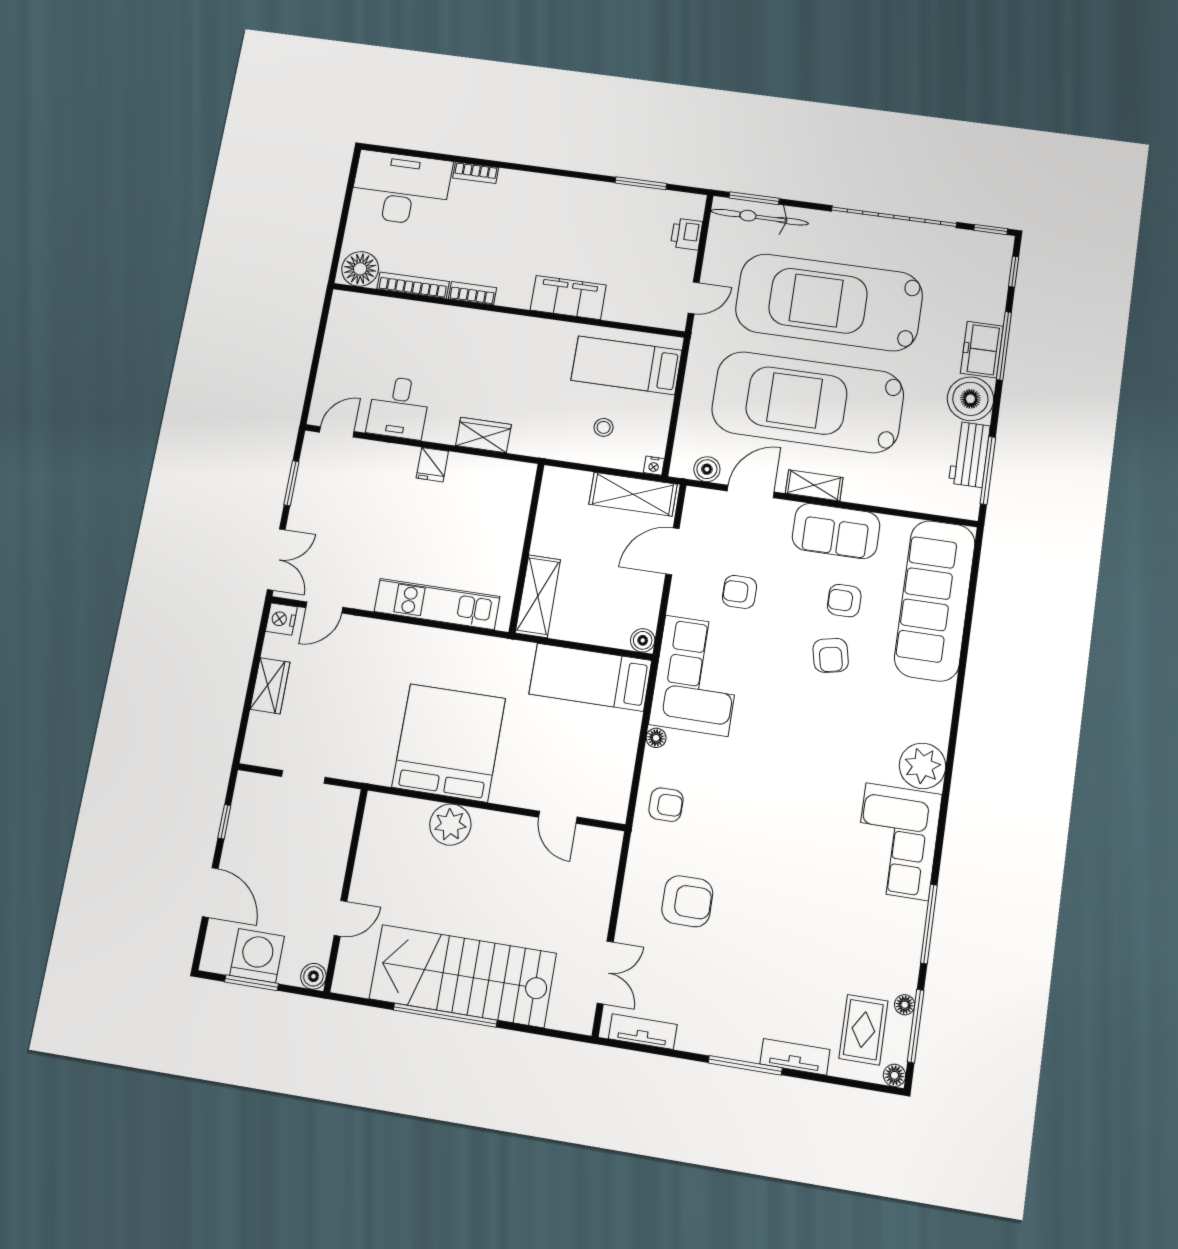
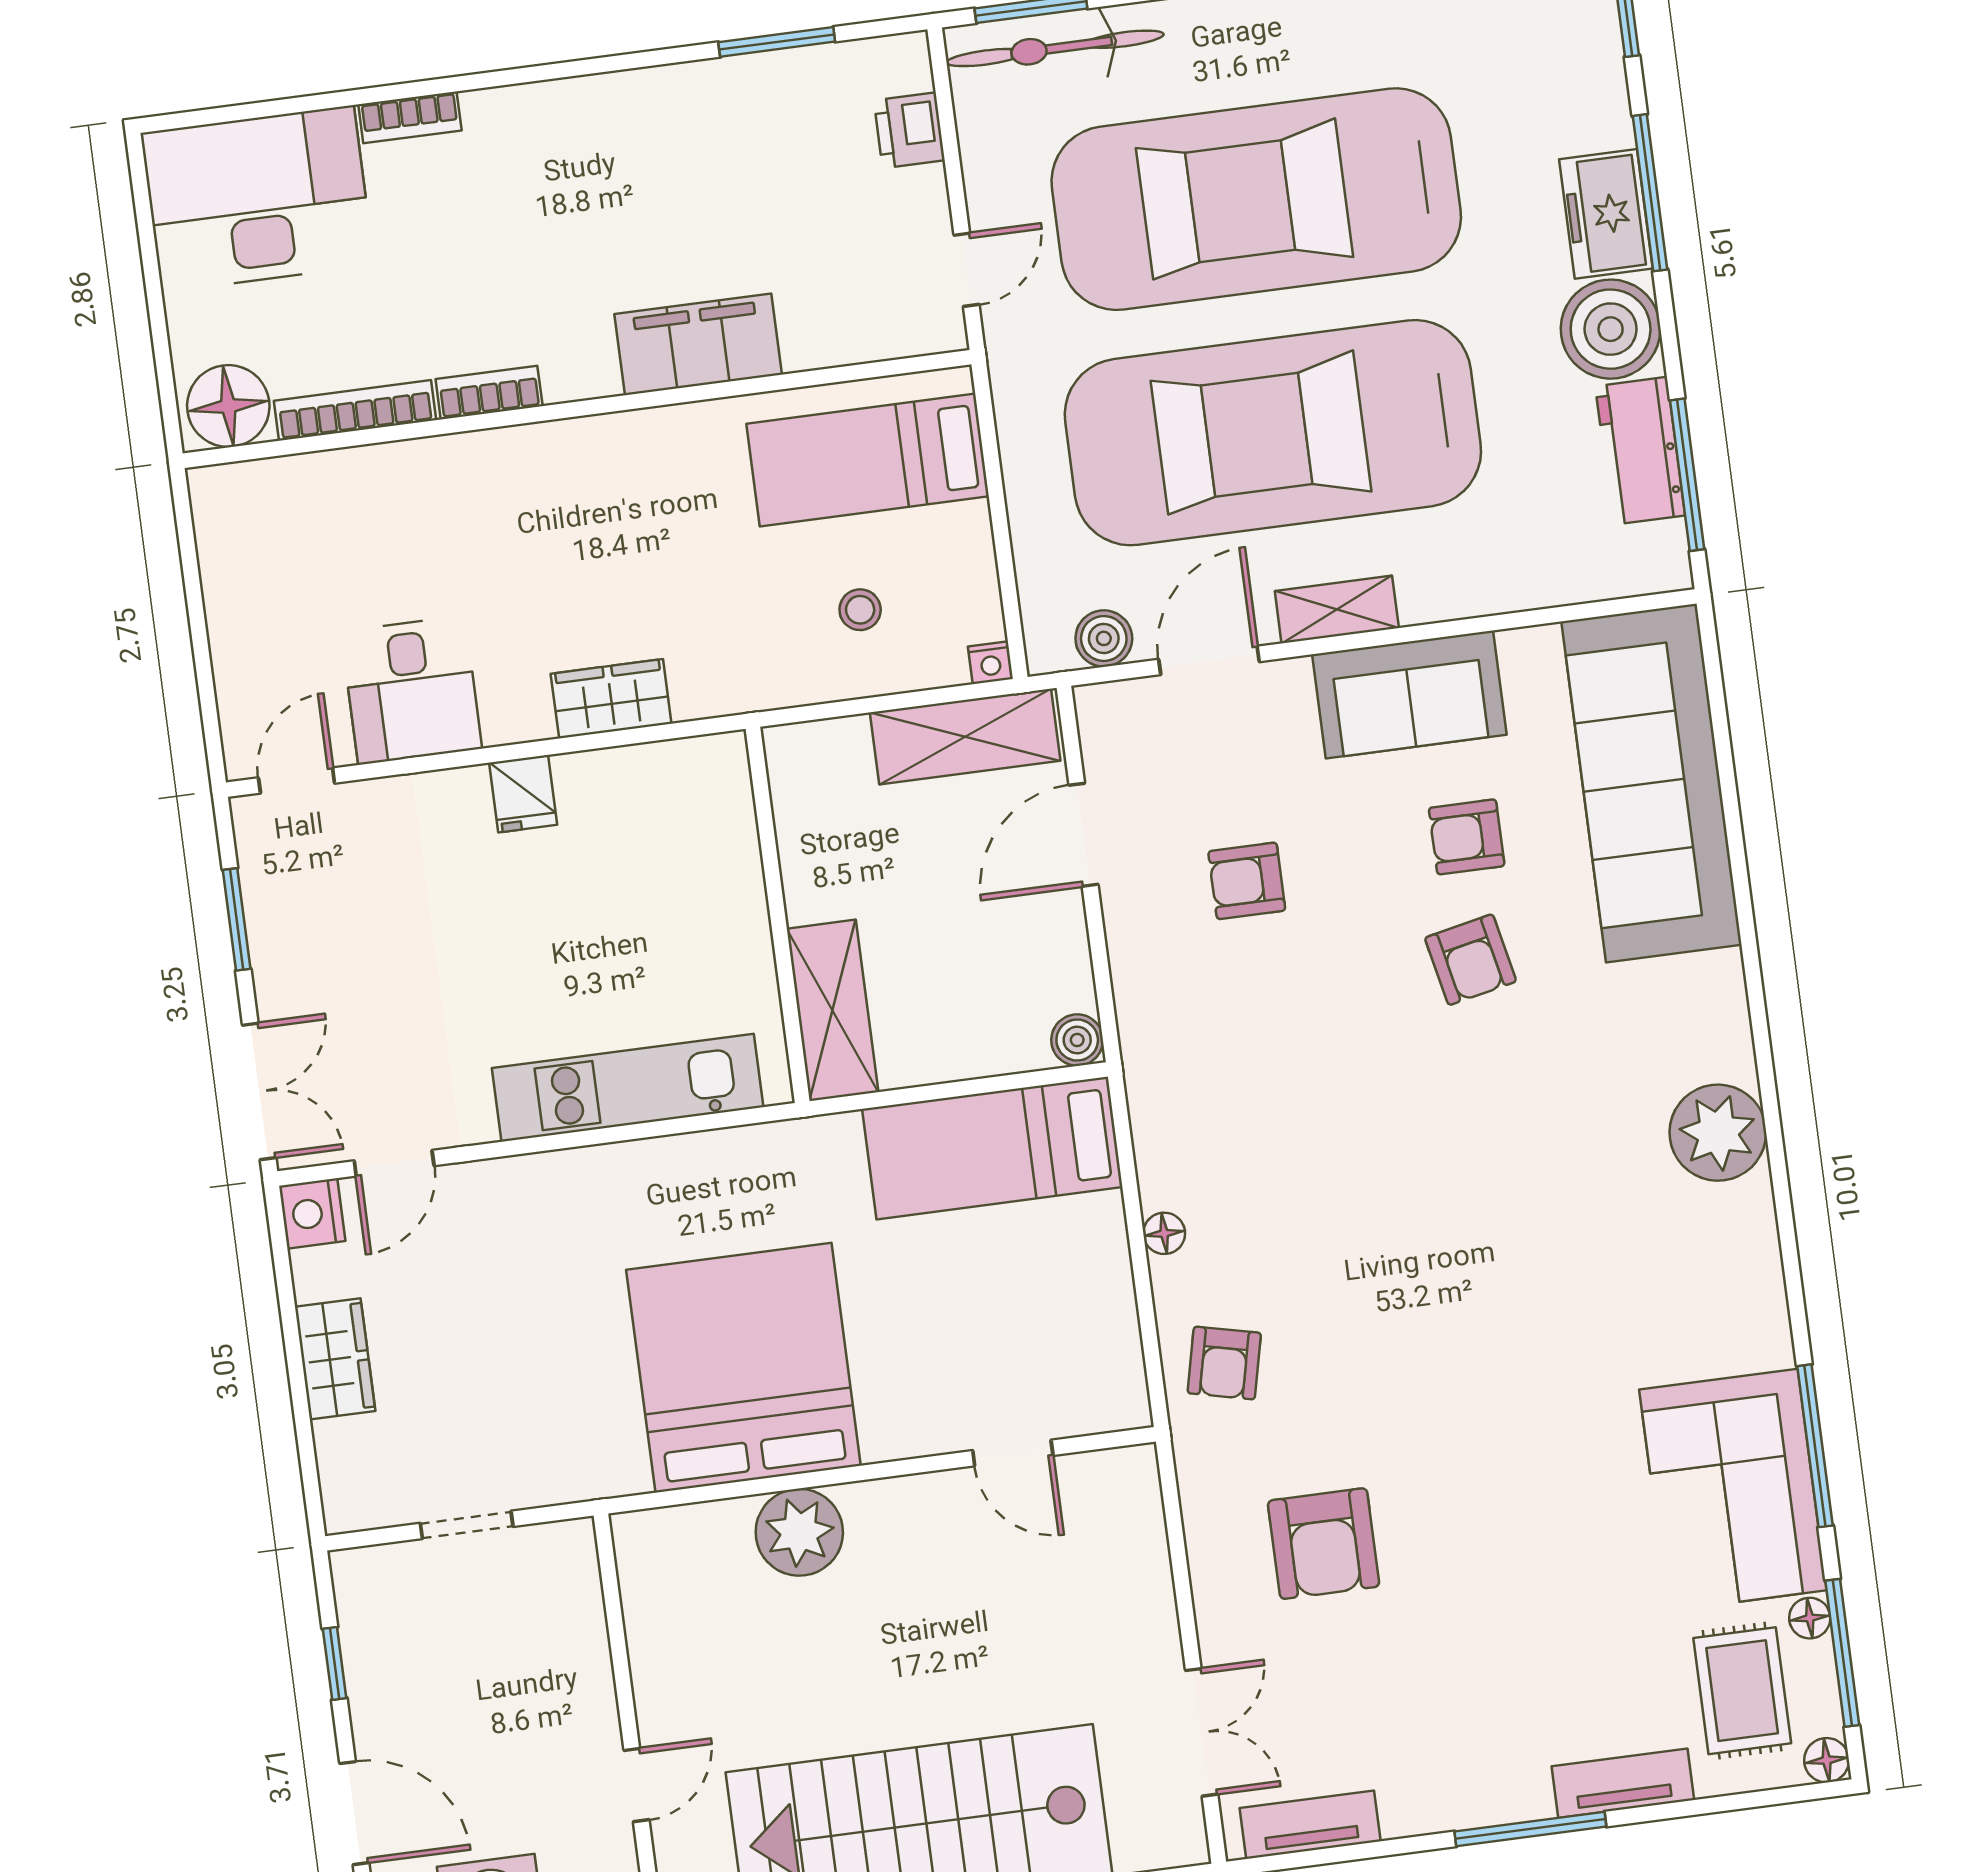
corner sofa: (697, 676) -> (1209, 1081), removed
armchair: (666, 805) -> (1224, 1363), turned 103
corner sofa: (897, 841) -> (1733, 1490), moved
armchair: (687, 901) -> (1324, 1544), turned 90

